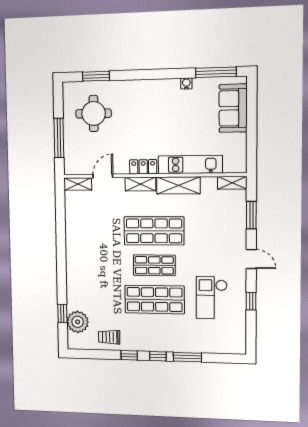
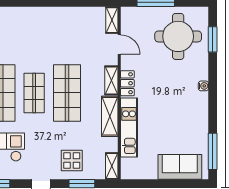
water cooler: (186, 83) -> (203, 86), moved
round table: (94, 113) -> (178, 36), width x1.36, depth x1.36
display table: (226, 226) -> (72, 161), added

